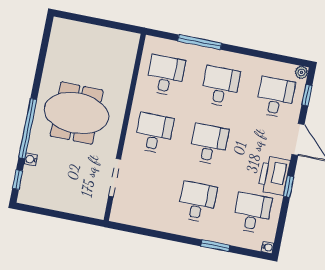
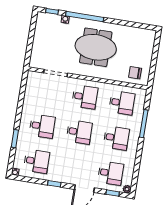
chair: (119, 53) -> (135, 73), added
meeting table: (77, 113) -> (96, 47), turned 90
printer: (274, 176) -> (61, 174), removed

